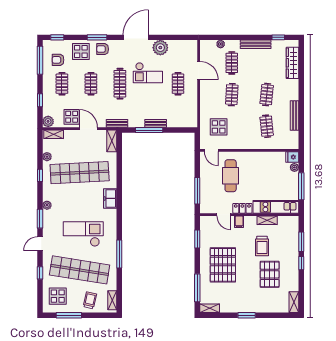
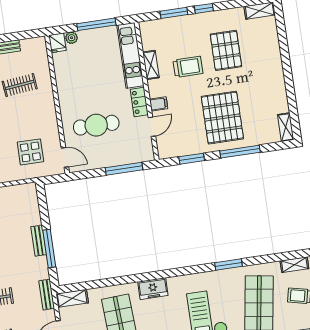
door: (211, 150) -> (65, 157), hinge flipped
window: (119, 254) -> (228, 265), width x0.69
pallet: (223, 265) -> (222, 118), turned 90
pallet: (270, 274) -> (226, 50), turned 90
window: (197, 288) -> (240, 152), moved
window: (247, 315) -> (288, 74), removed

